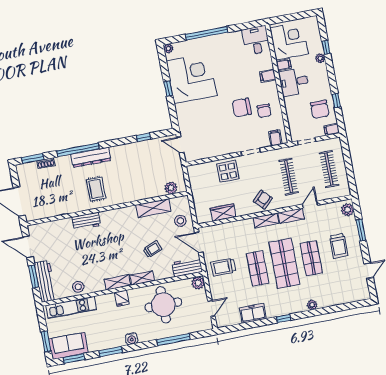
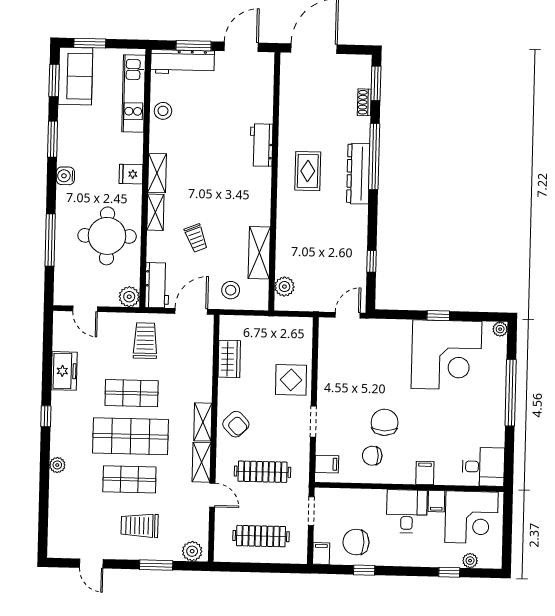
plant: (320, 58) -> (470, 561), moved
rug: (96, 189) -> (308, 171), turned 90

